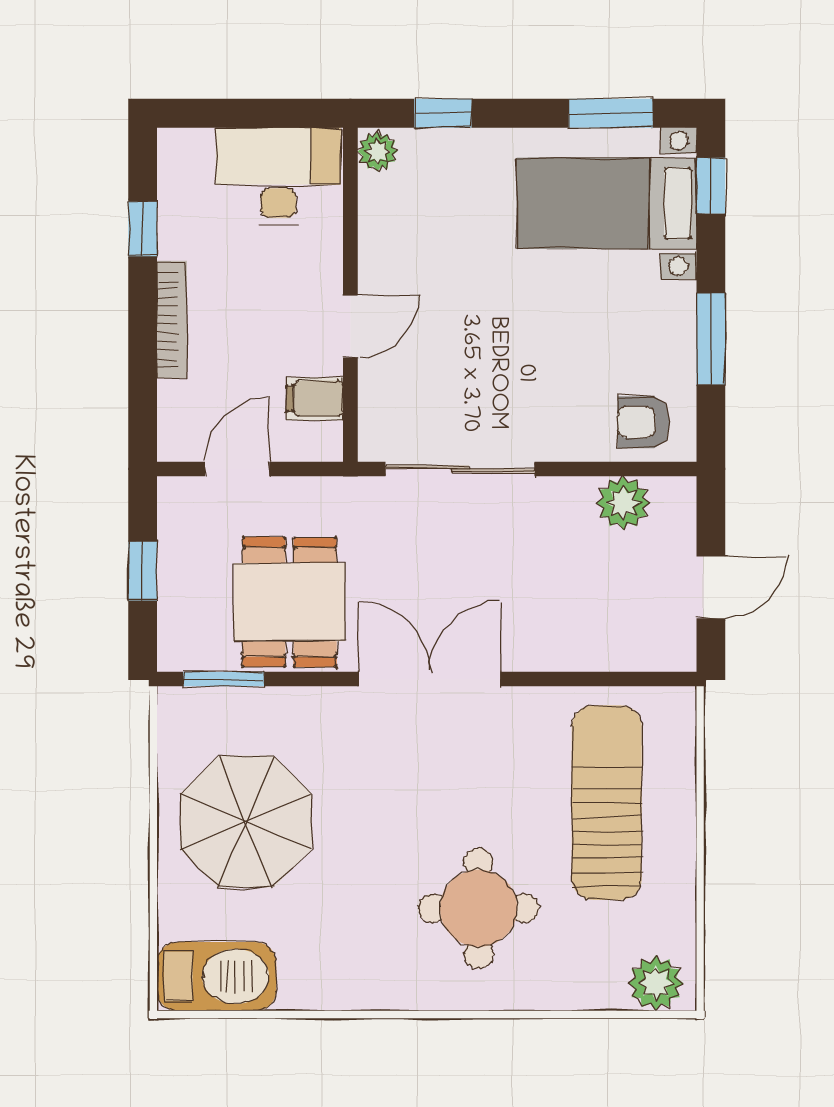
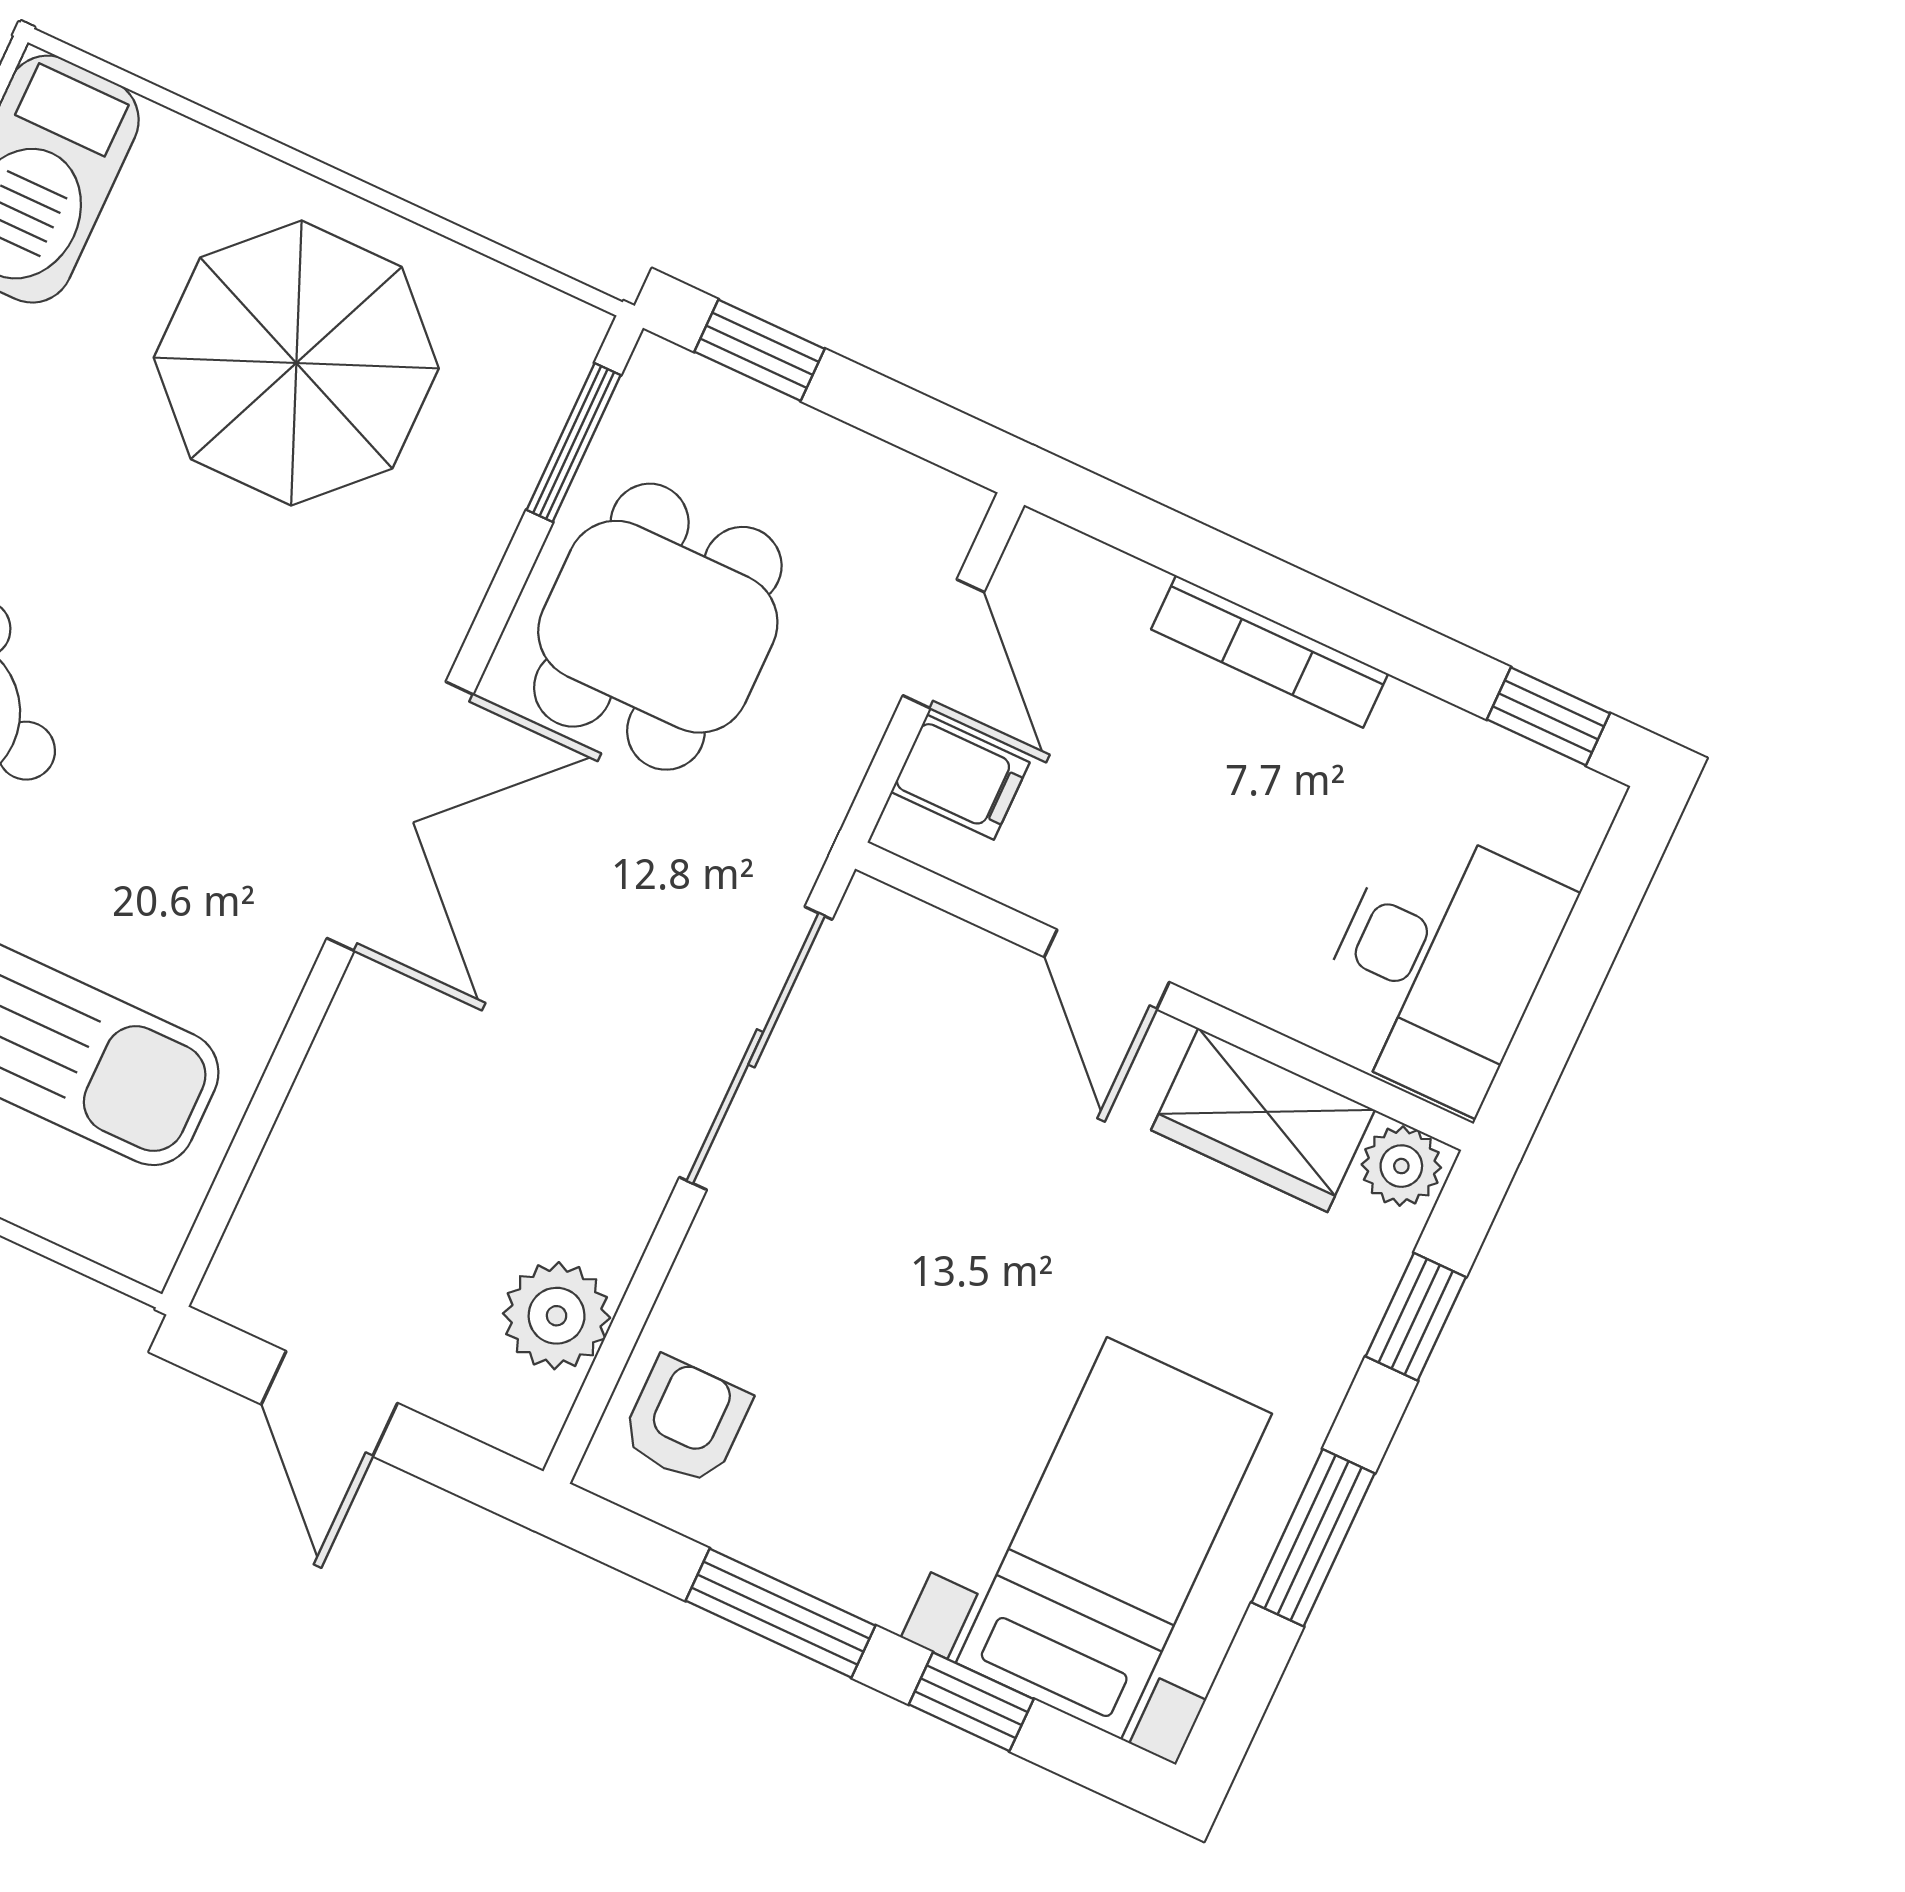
window: (610, 113) -> (1313, 1538), moved
window: (711, 186) -> (971, 1702), moved
wardrobe: (386, 224) -> (1263, 1120), added
window: (143, 229) -> (1548, 716), moved
filing cabinet: (315, 399) -> (960, 777), moved, turned 90
window: (143, 571) -> (760, 350), moved
dining table: (289, 602) -> (658, 627), turned 90

